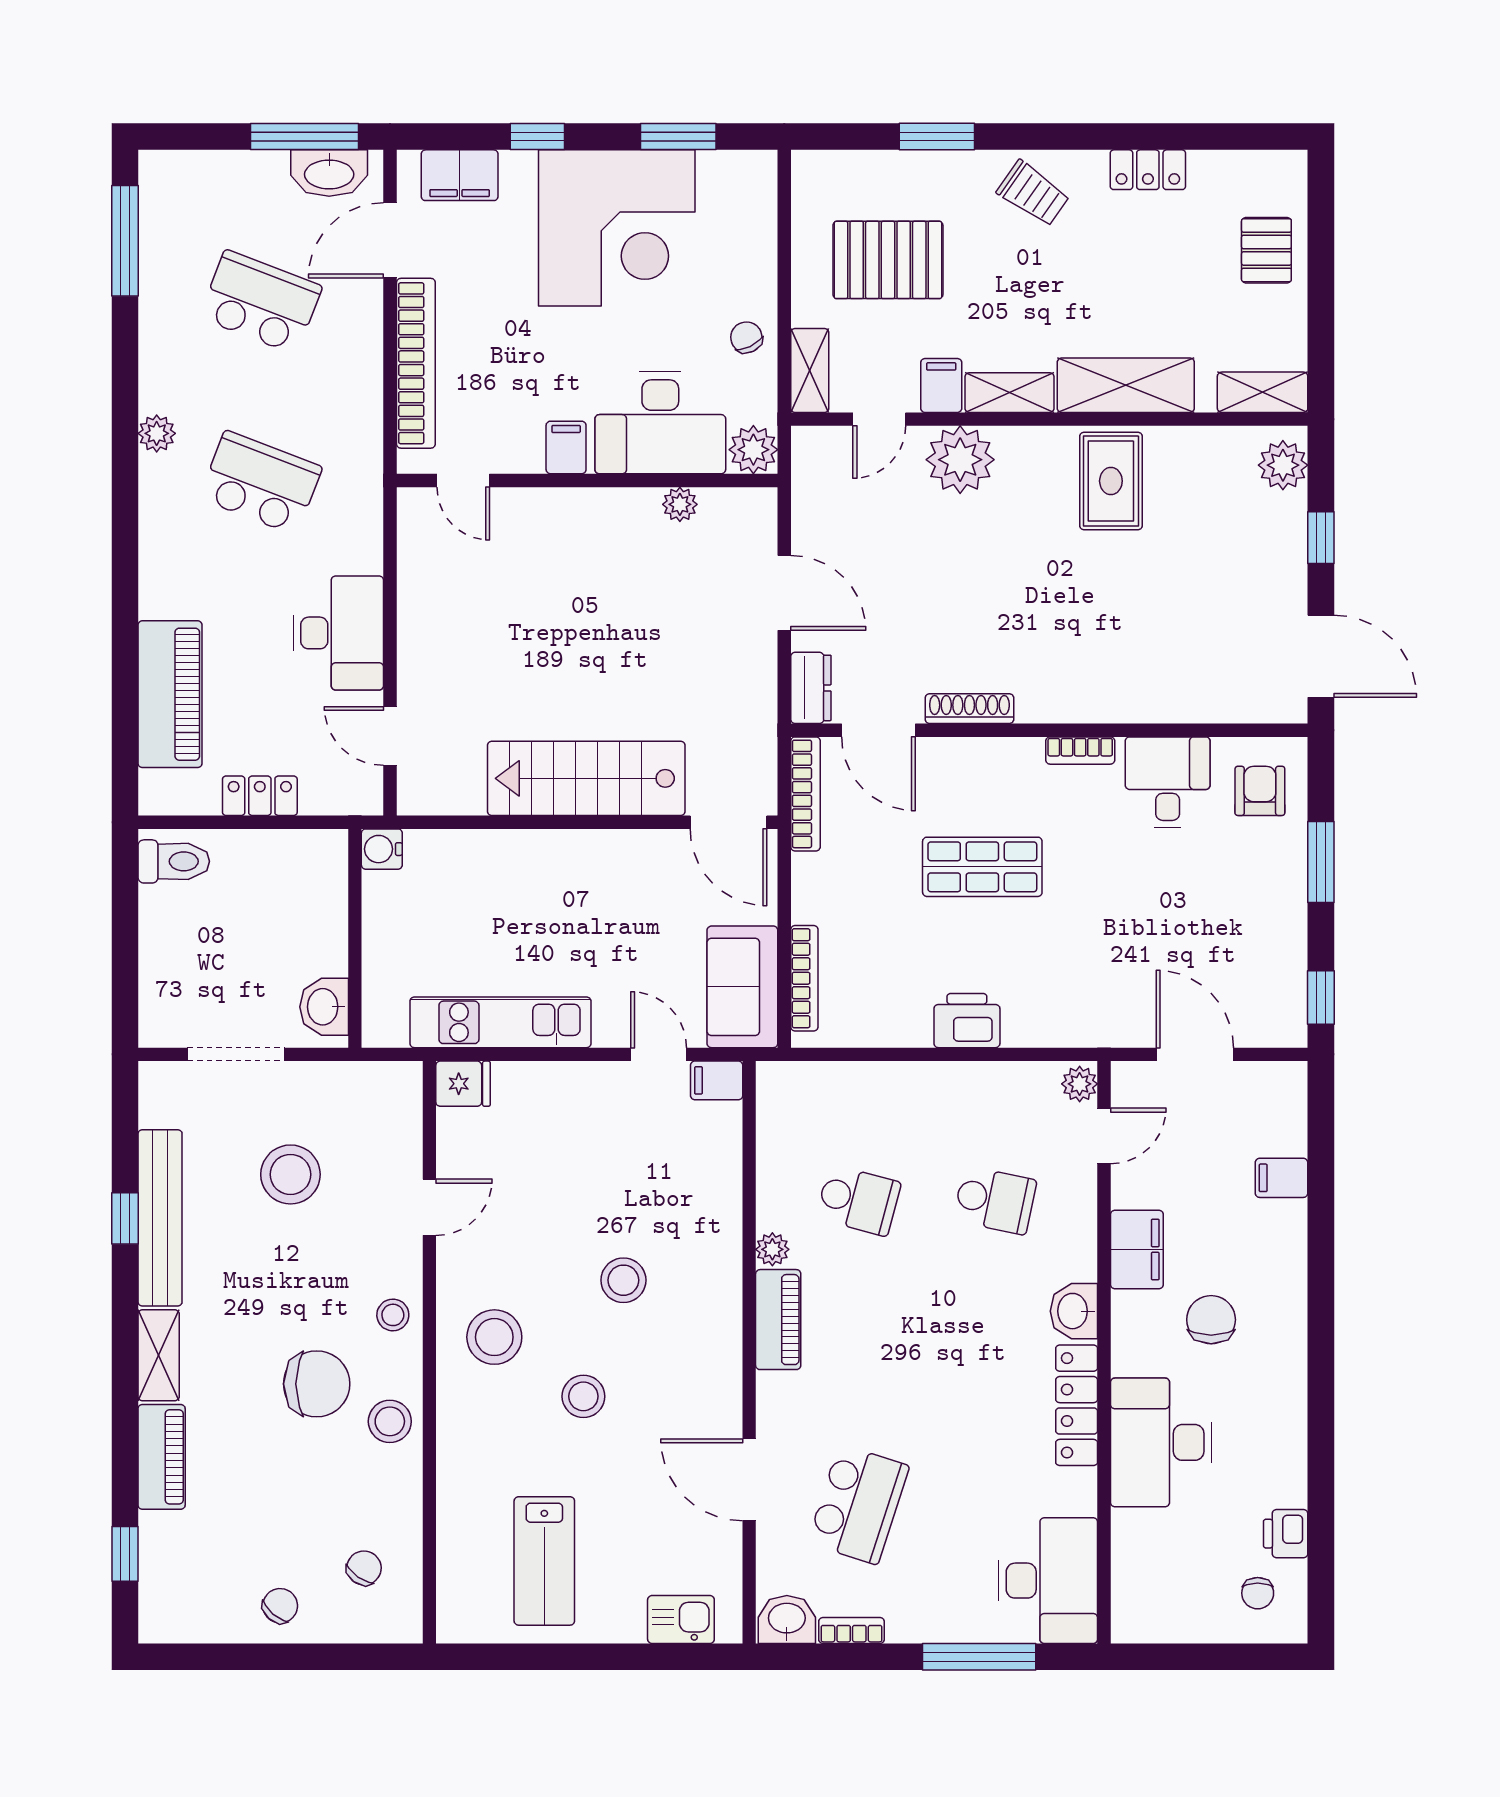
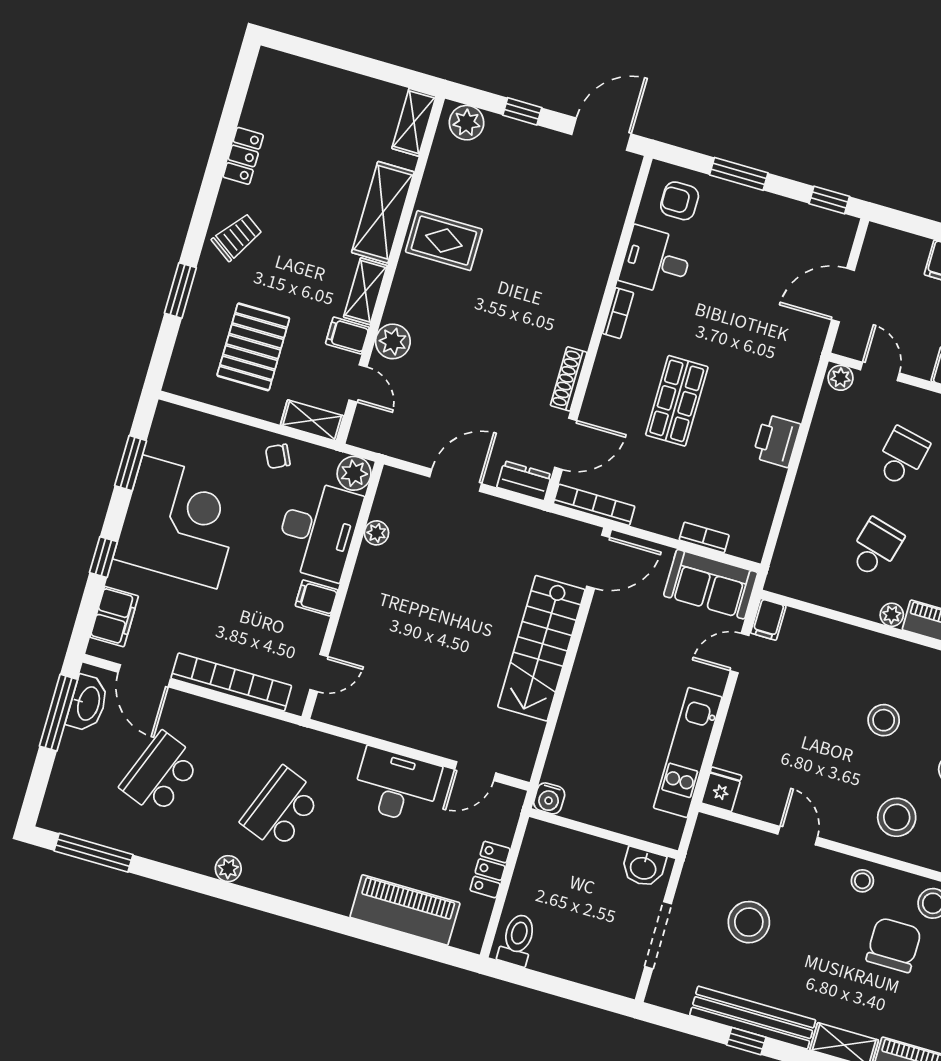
pallet: (1266, 250) -> (320, 92), removed
plant: (960, 460) -> (393, 341), width x0.73, depth x0.73
bookcase: (804, 978) -> (704, 537), width x0.64

